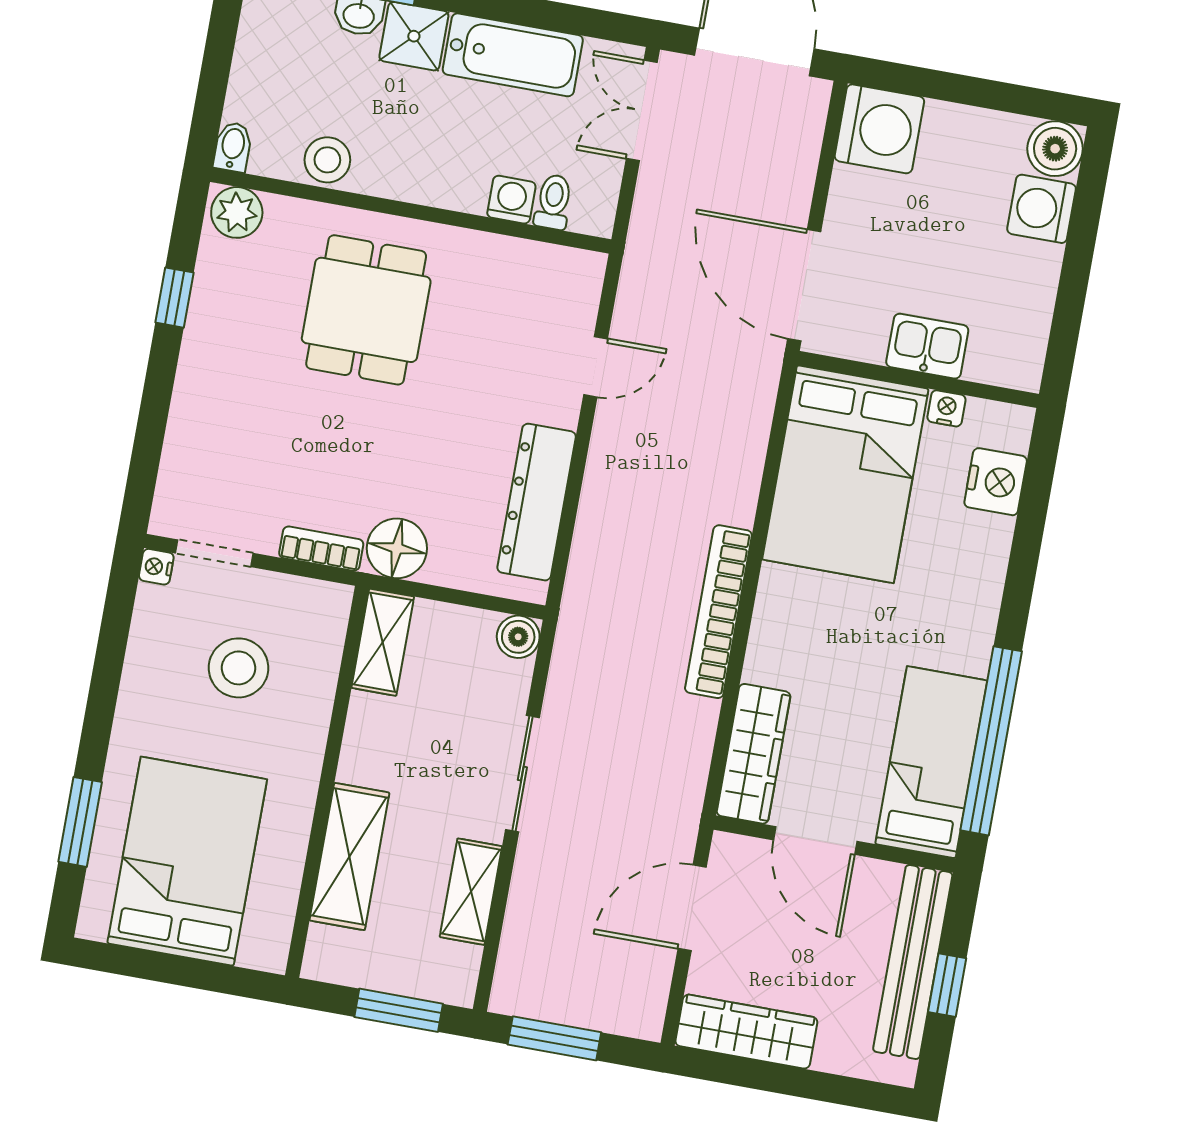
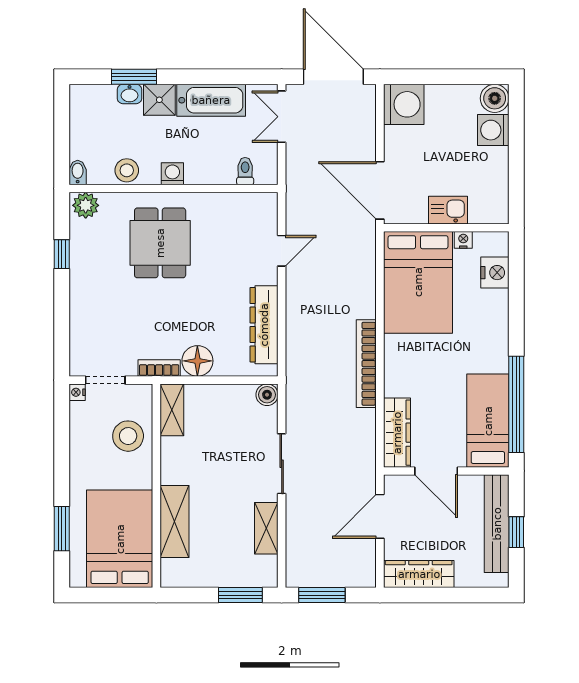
washing machine: (511, 200) -> (172, 174), moved
shelving: (383, 642) -> (172, 410), moved
wall: (327, 782) -> (156, 486), moved
shelving: (349, 857) -> (175, 522), moved

